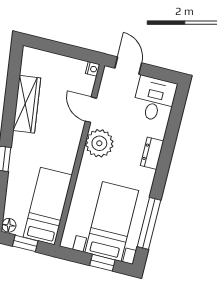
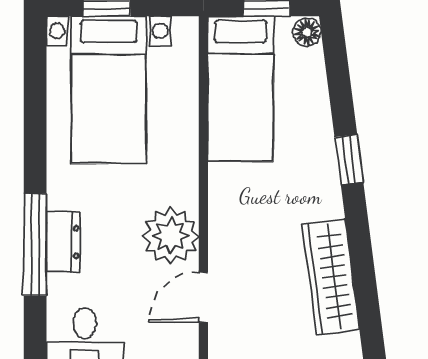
door: (91, 110) -> (203, 297), swing flipped
window: (149, 223) -> (35, 245), moved

